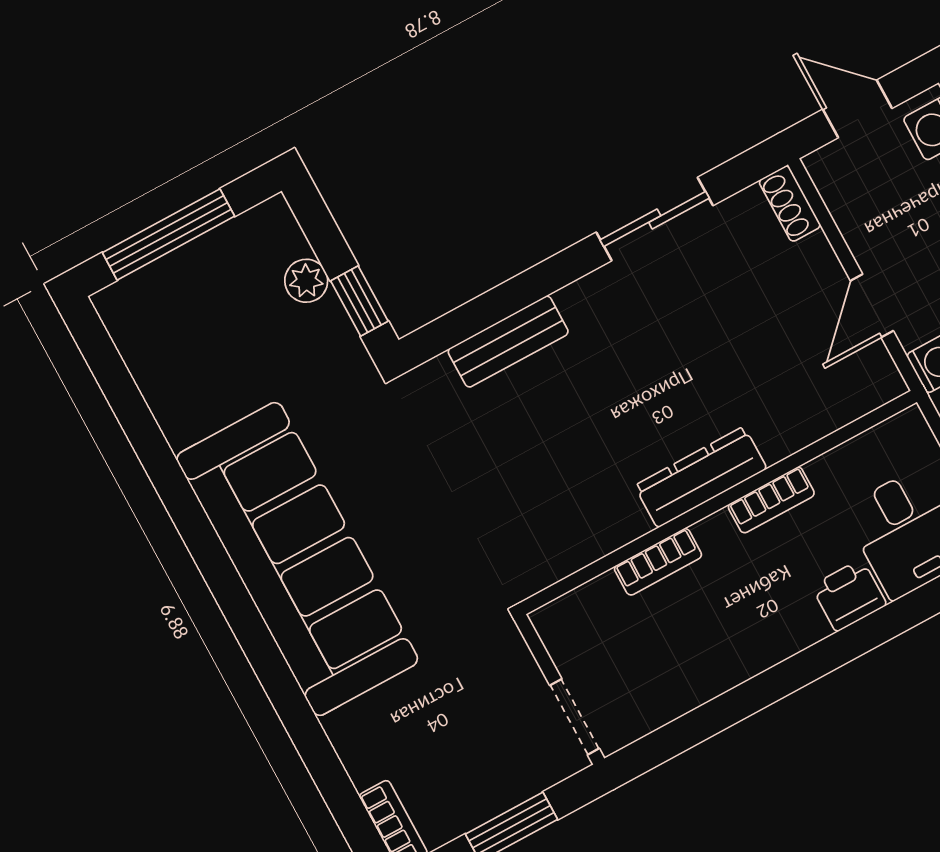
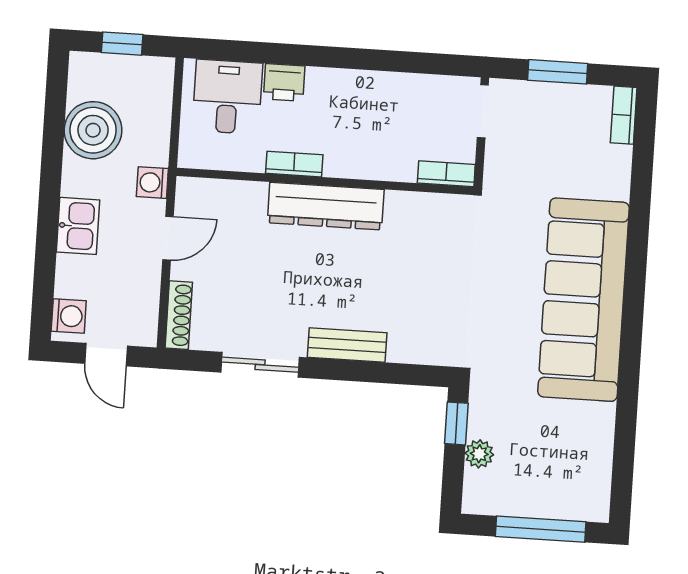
shoe rack: (790, 204) -> (179, 315), width x1.43
bench: (508, 342) -> (347, 345), moved
dresser: (701, 477) -> (326, 206), width x1.37, depth x1.24
bookcase: (658, 562) -> (446, 174), moved

